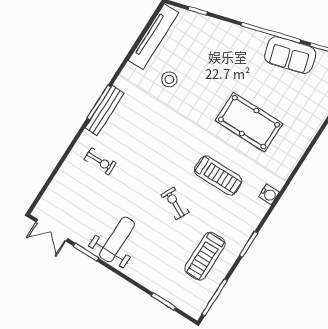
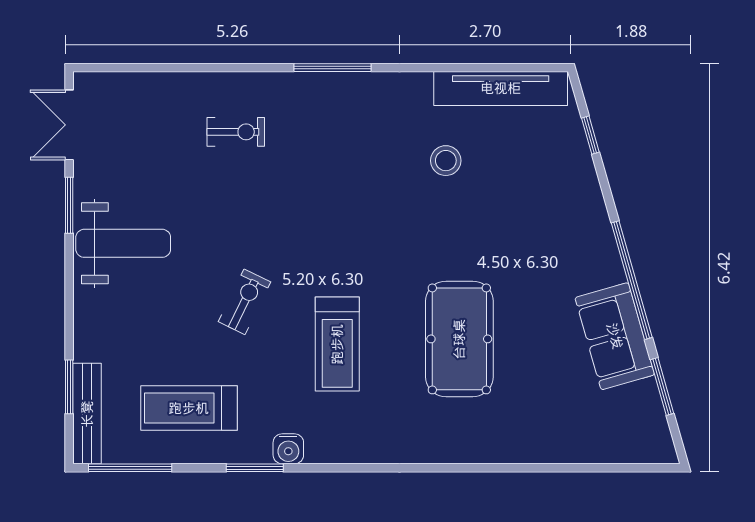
bench: (104, 111) -> (87, 414), moved, turned 90
exercise bike: (100, 161) -> (236, 132), turned -90
water cooler: (269, 194) -> (288, 449), moved

